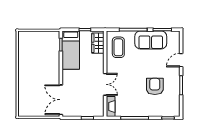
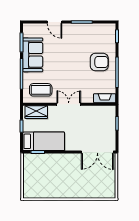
double door: (105, 84) -> (69, 104), moved
armchair: (155, 86) -> (99, 62), moved, turned 180

